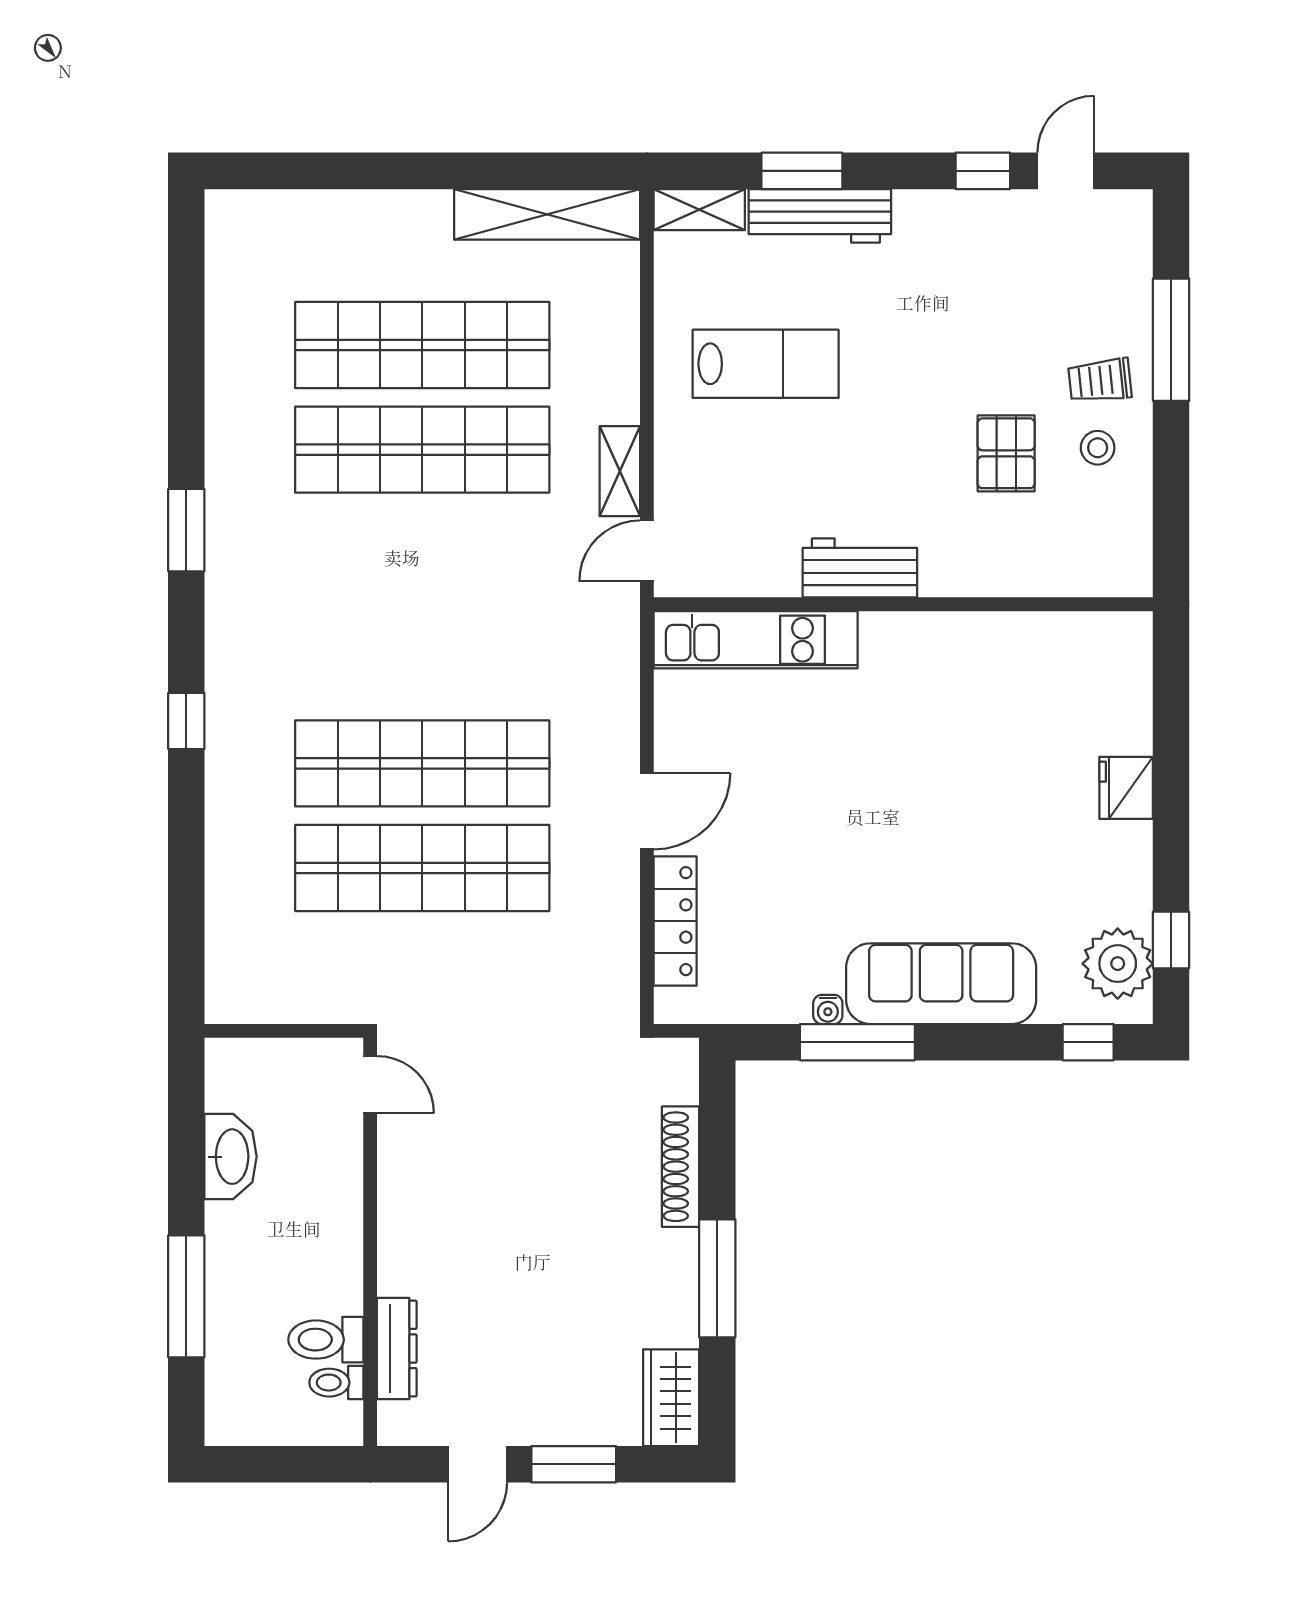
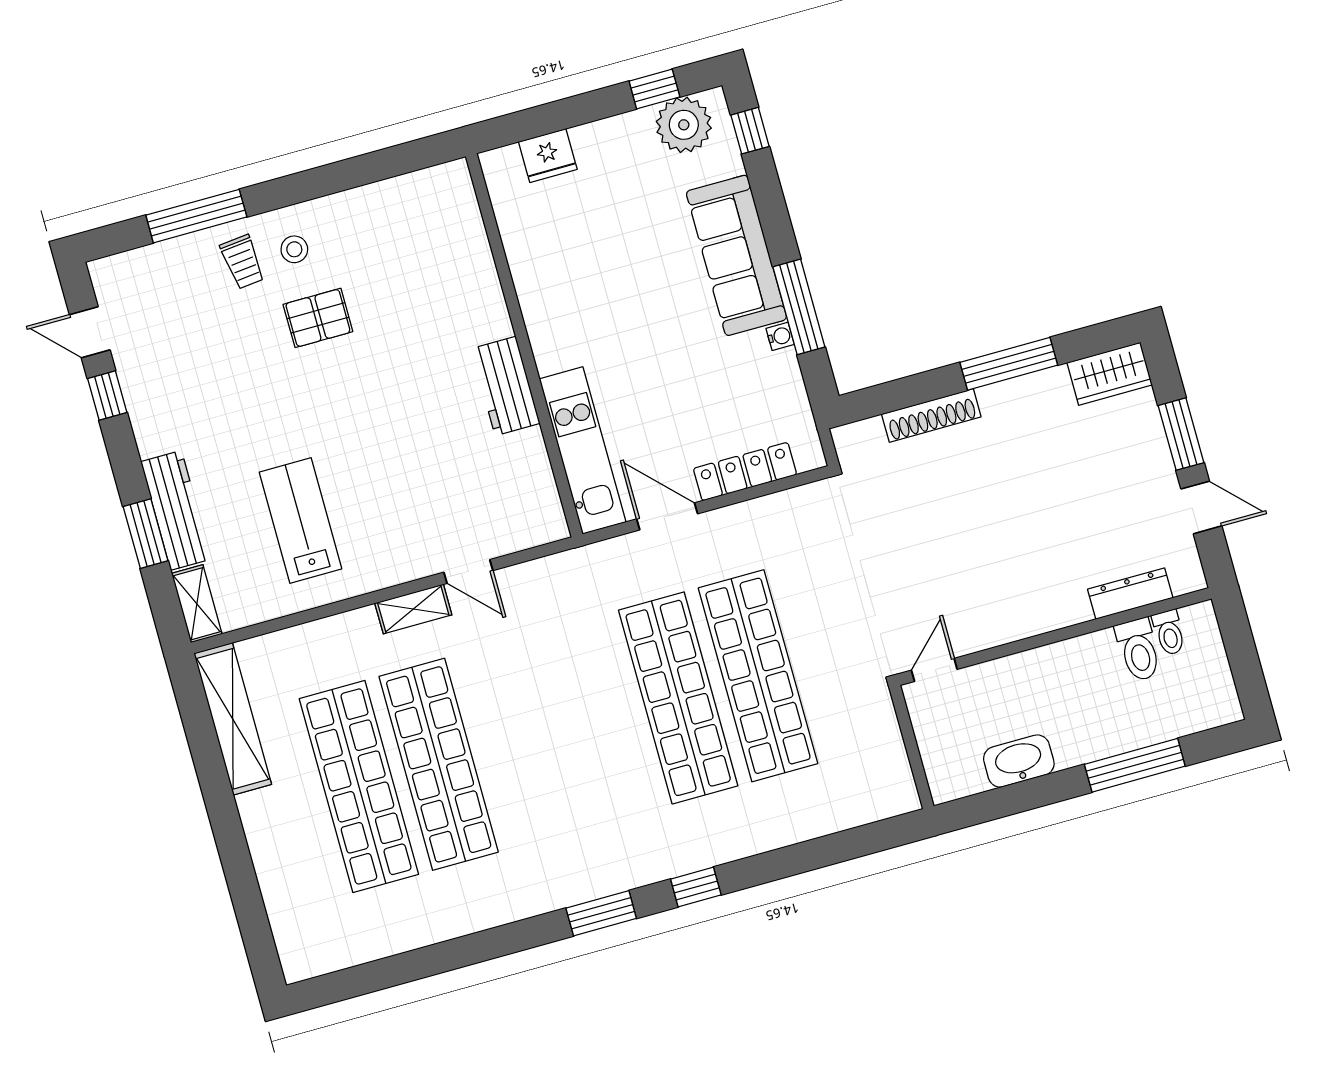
window: (186, 530) -> (601, 913), moved
workbench: (860, 568) -> (506, 386), moved
wall: (903, 604) -> (524, 345), moved
kitchen unit: (756, 640) -> (583, 450), moved

